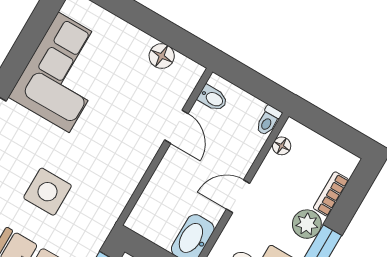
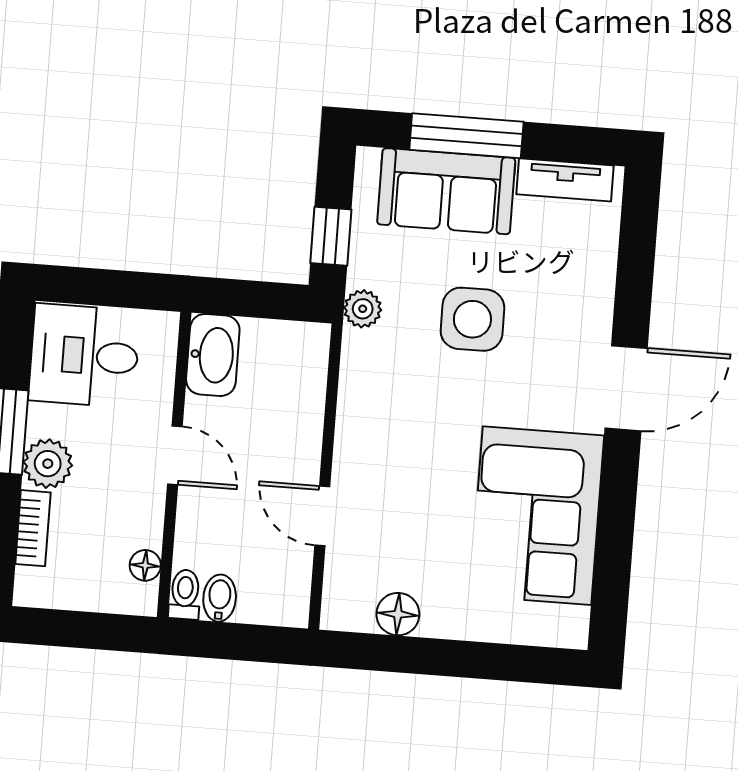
bidet: (213, 98) -> (220, 598), moved, turned 90
door: (238, 196) -> (175, 455), hinge flipped
plant: (102, 225) -> (363, 309), added

